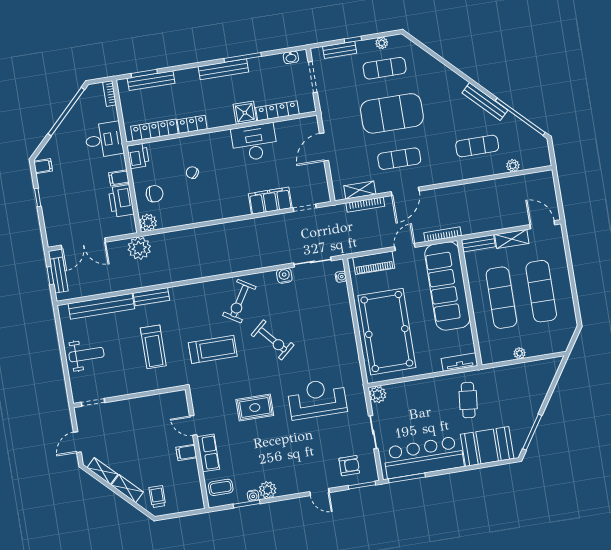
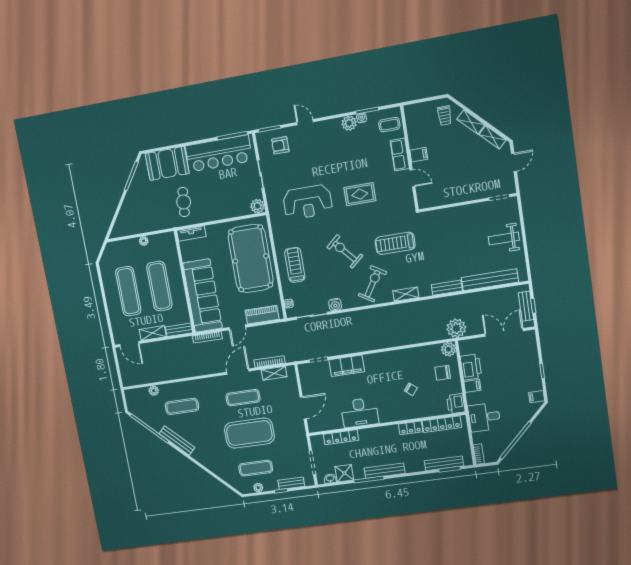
shower: (245, 113) -> (344, 473), moved
shelving: (200, 289) -> (406, 294), added
treadmill: (153, 347) -> (295, 265), moved

